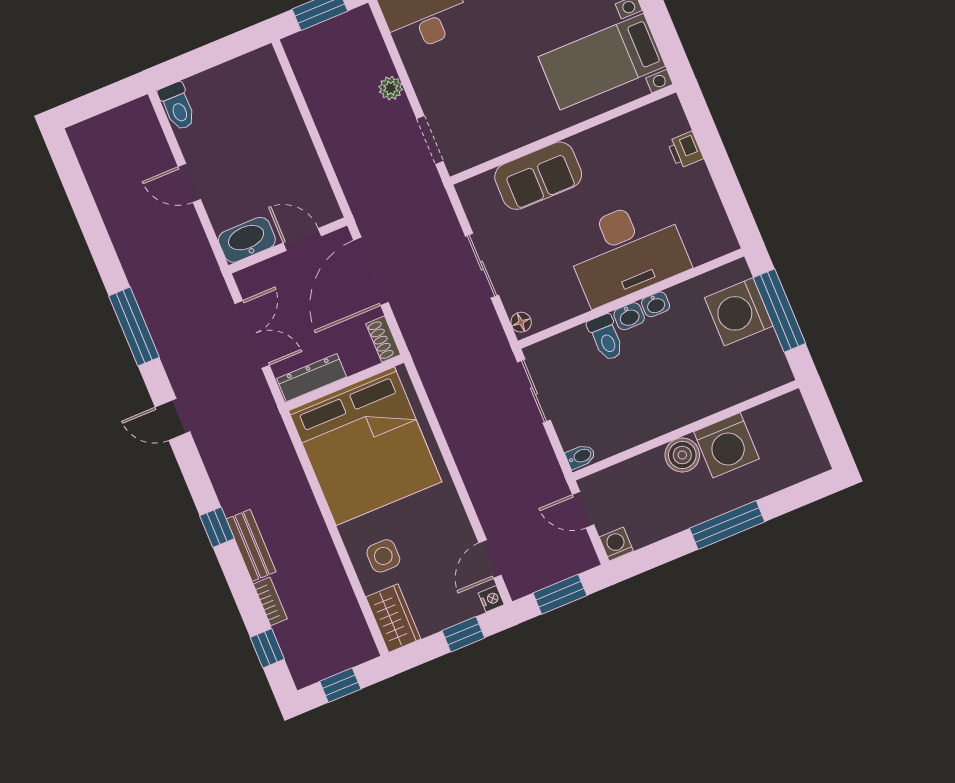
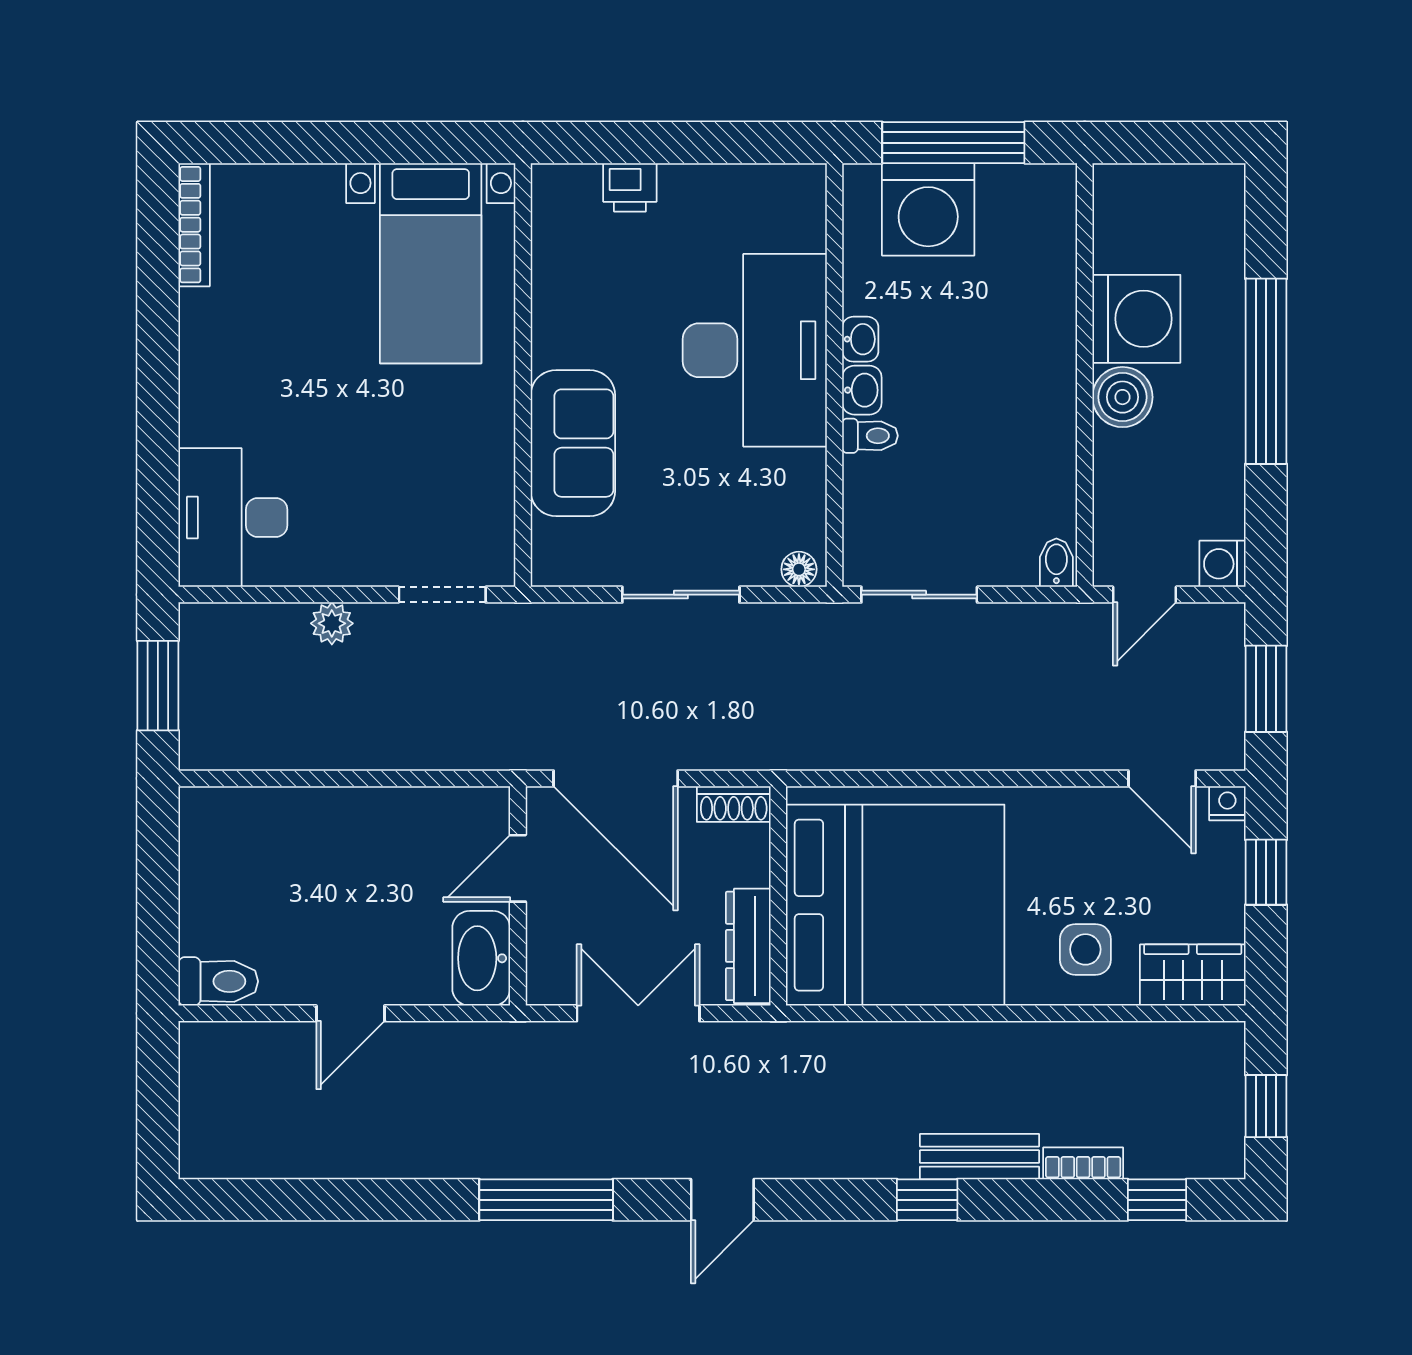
toilet: (606, 338) -> (870, 436), width x0.73, depth x0.72
window: (727, 525) -> (1266, 371), width x1.46

